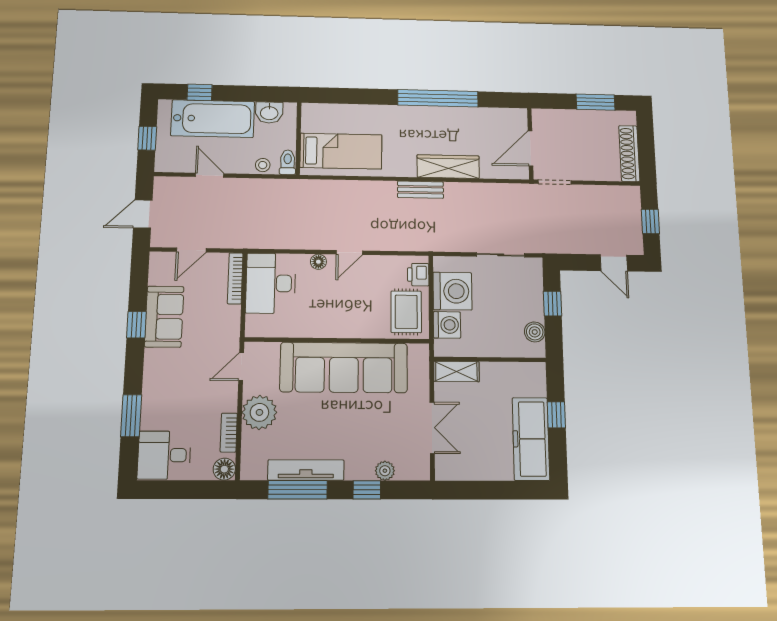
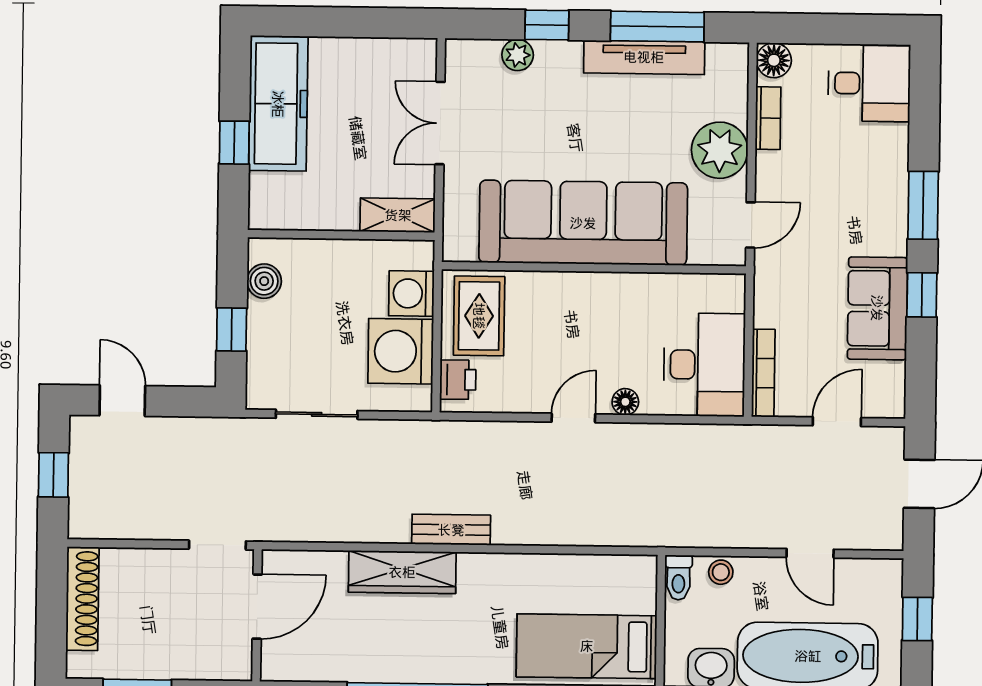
bed: (341, 151) -> (587, 646), moved
window: (131, 416) -> (923, 205), moved

